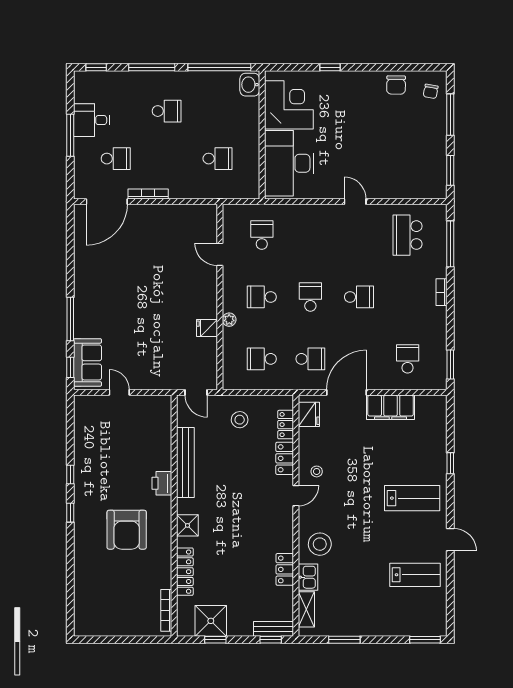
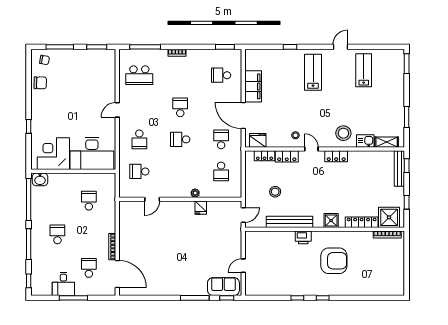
school desk: (262, 297) -> (139, 139), moved
stool: (240, 420) -> (275, 192), moved
locker: (285, 569) -> (336, 156), moved
shower: (211, 621) -> (389, 217), moved
bench: (273, 629) -> (399, 169), width x1.36

